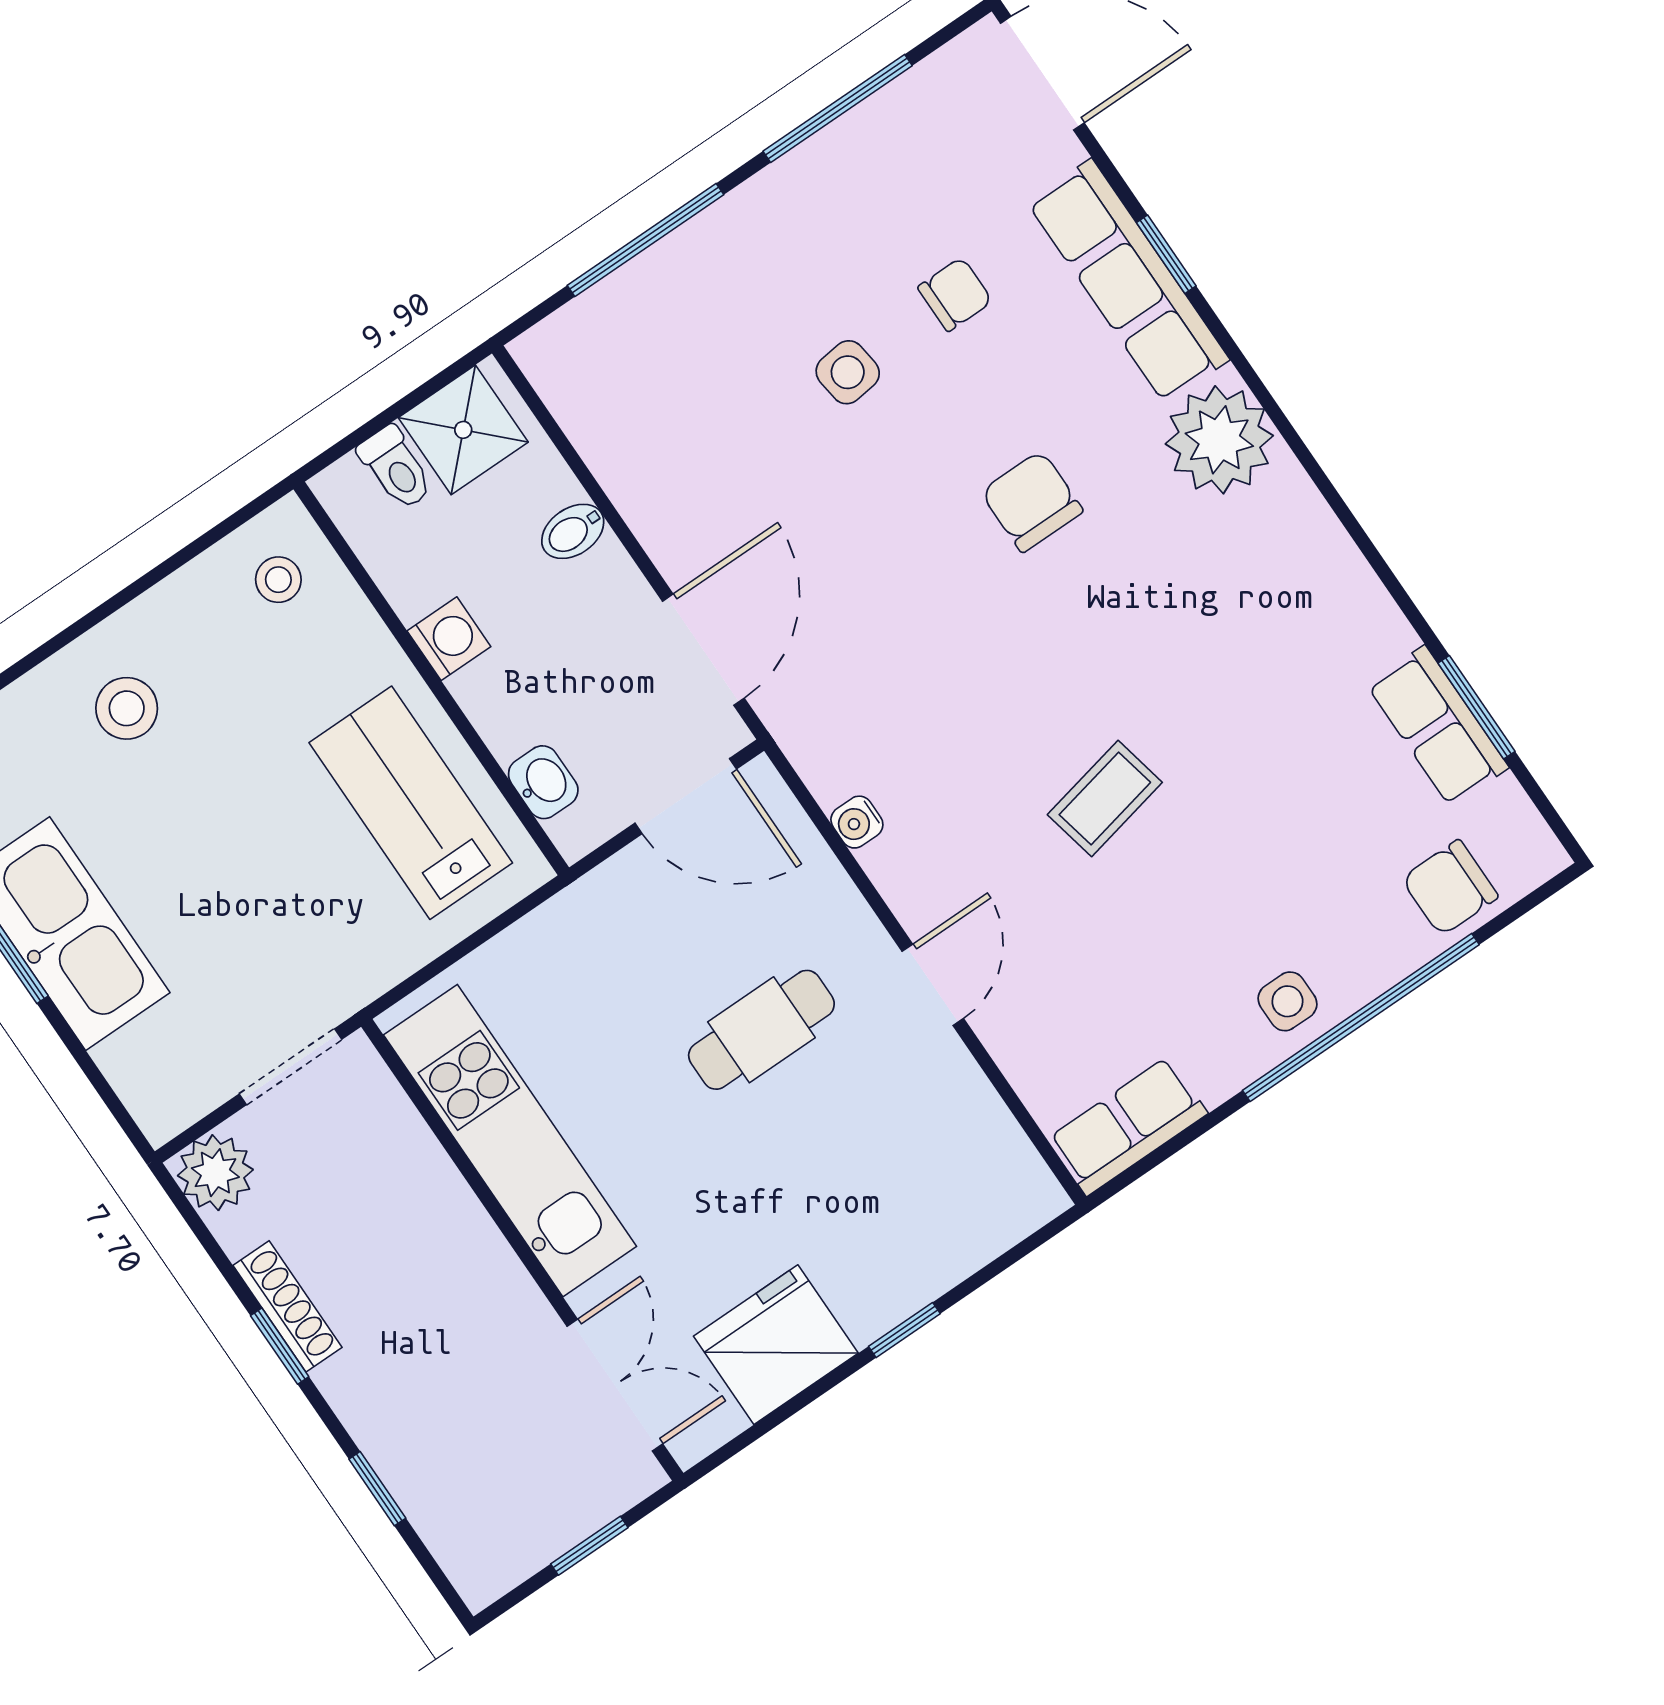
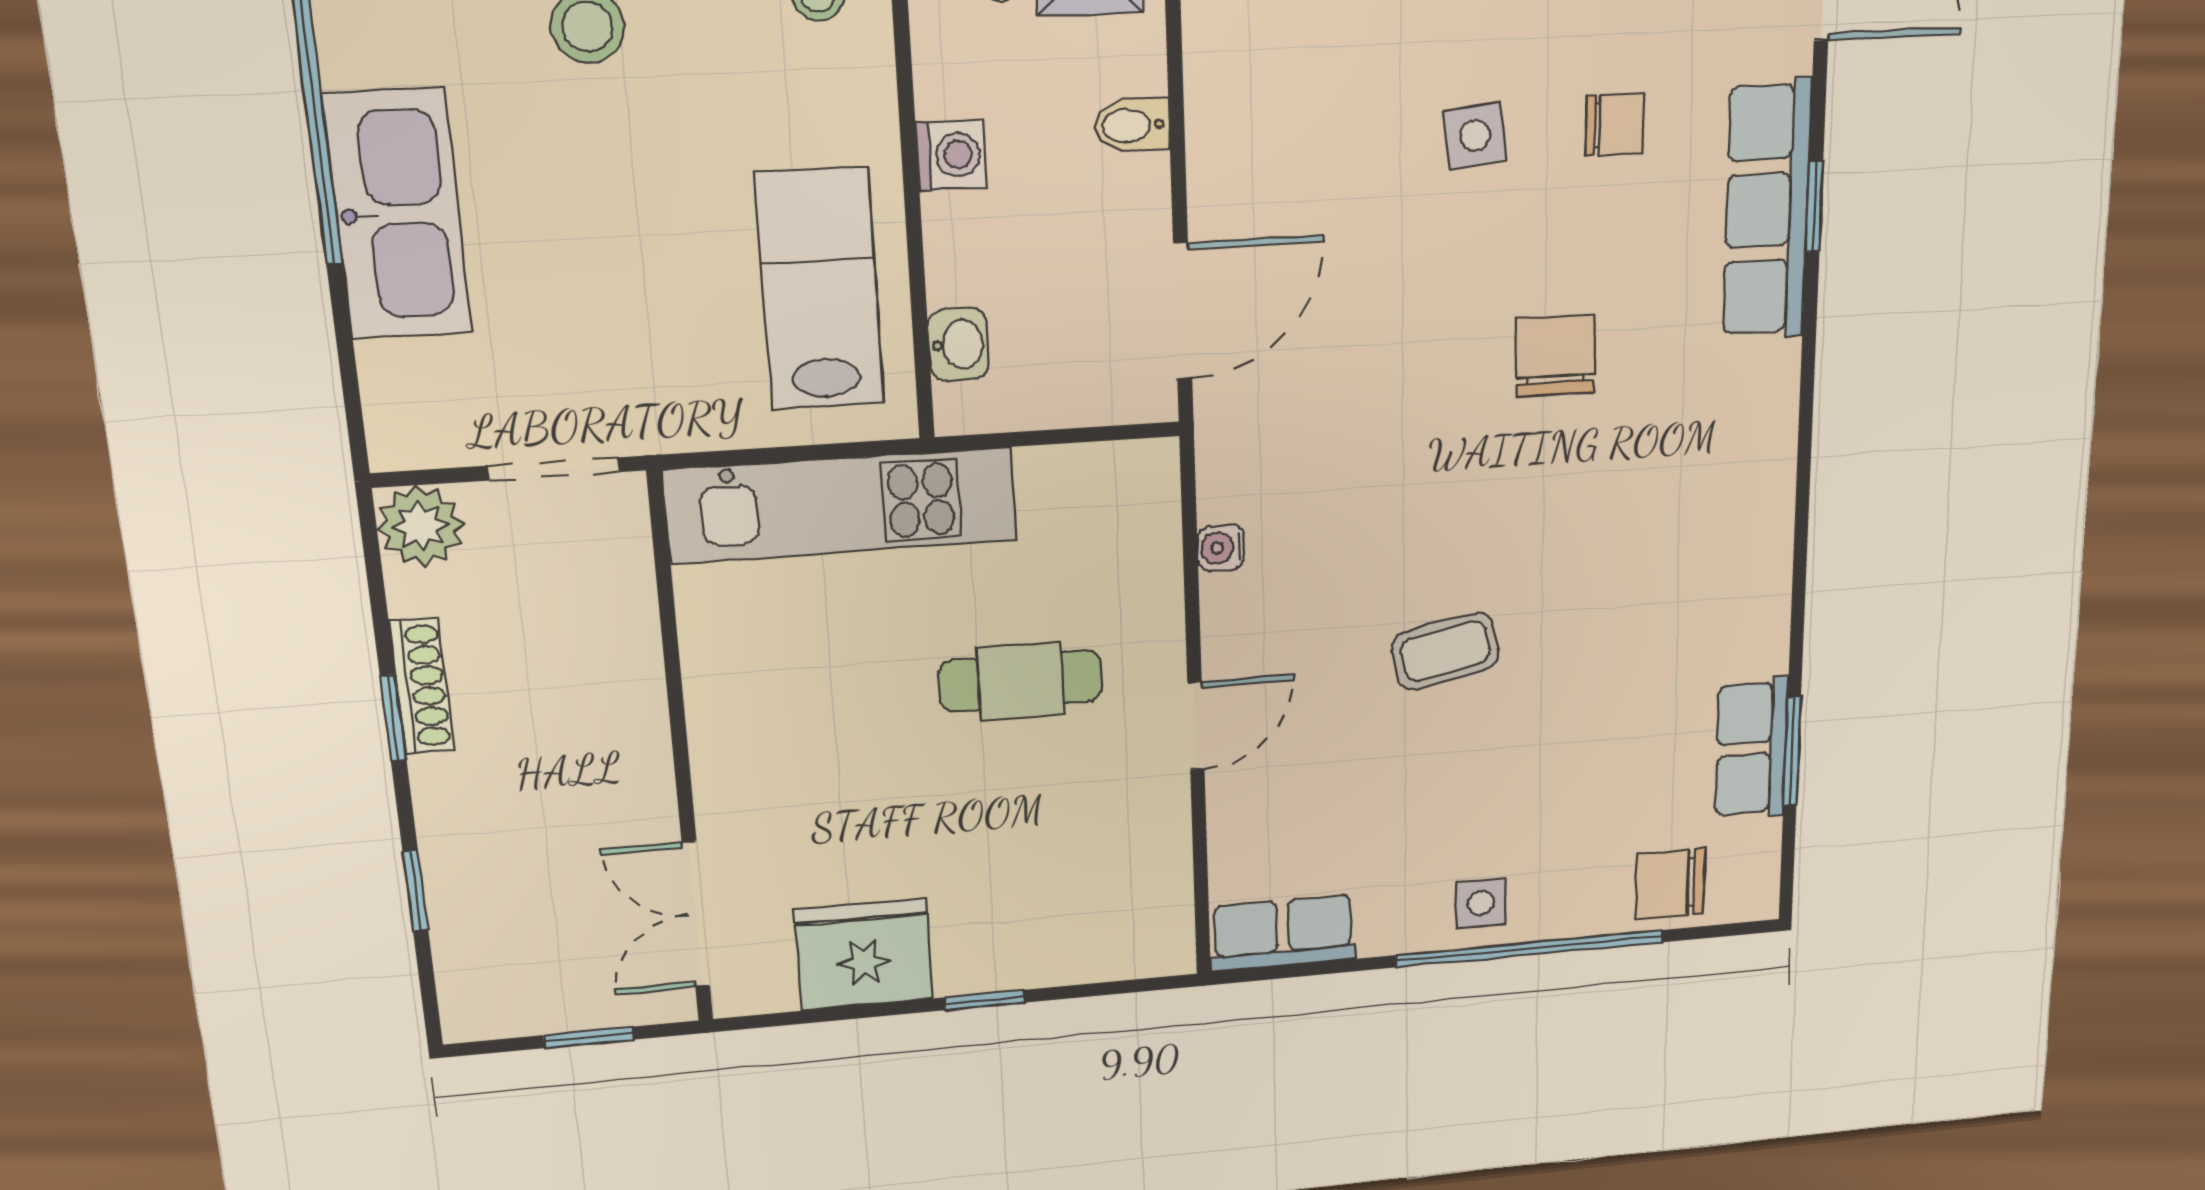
plant: (1219, 440) -> (1746, 400), removed
door: (686, 796) -> (1083, 435), removed
kitchen unit: (510, 1141) -> (841, 505), moved, turned 90
double door: (615, 1385) -> (696, 914), swing flipped

